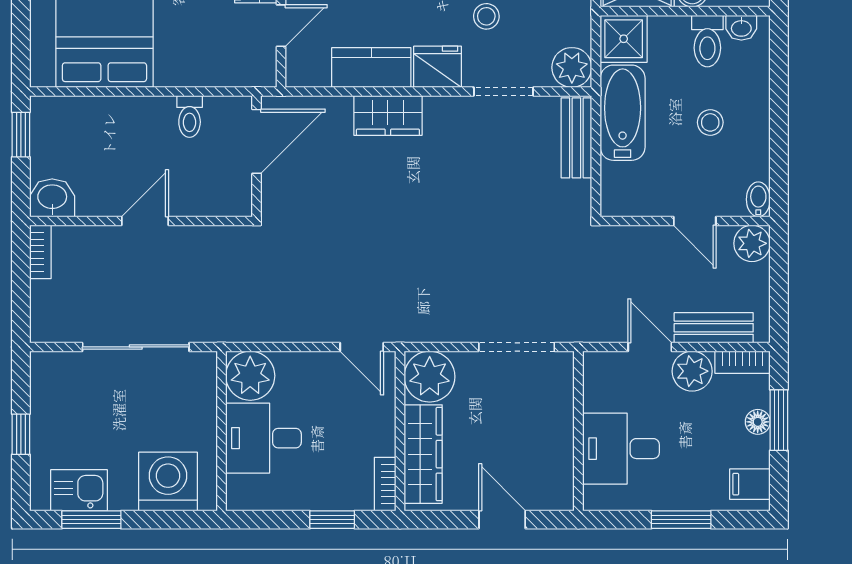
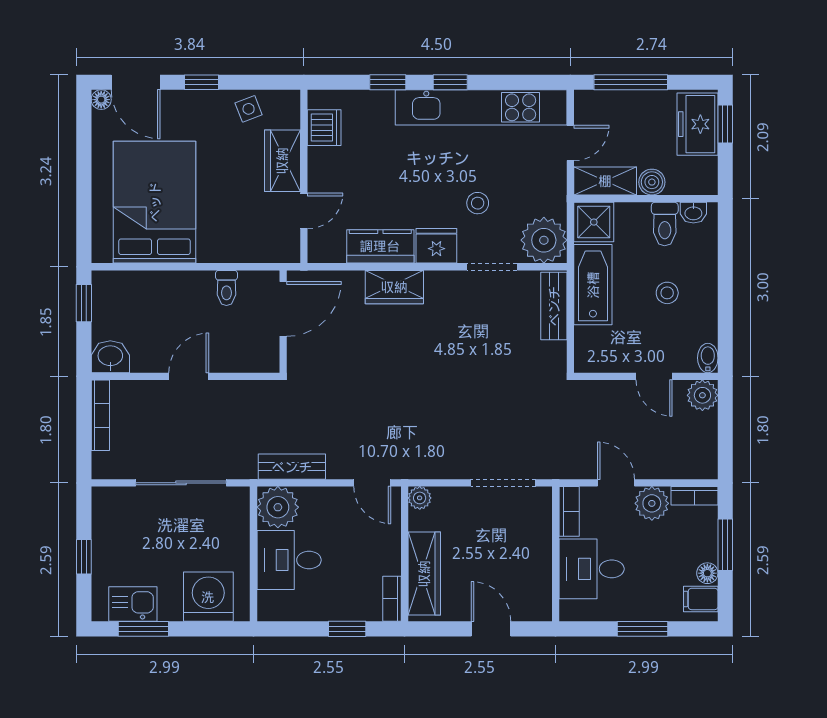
plant: (572, 67) -> (544, 240), width x1.36, depth x1.36
bookcase: (40, 252) -> (100, 415), width x1.56
bench: (714, 328) -> (292, 467), moved
plant: (430, 377) -> (420, 498), width x0.53, depth x0.53
bookcase: (594, 381) -> (569, 511), added
floor lamp: (758, 422) -> (707, 573), moved

